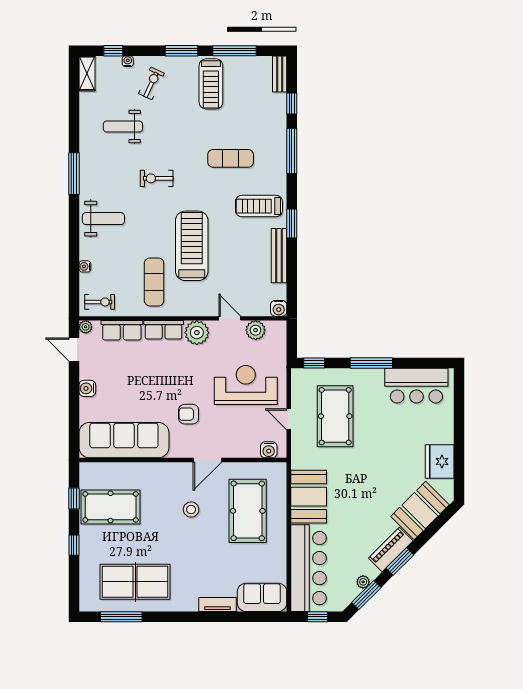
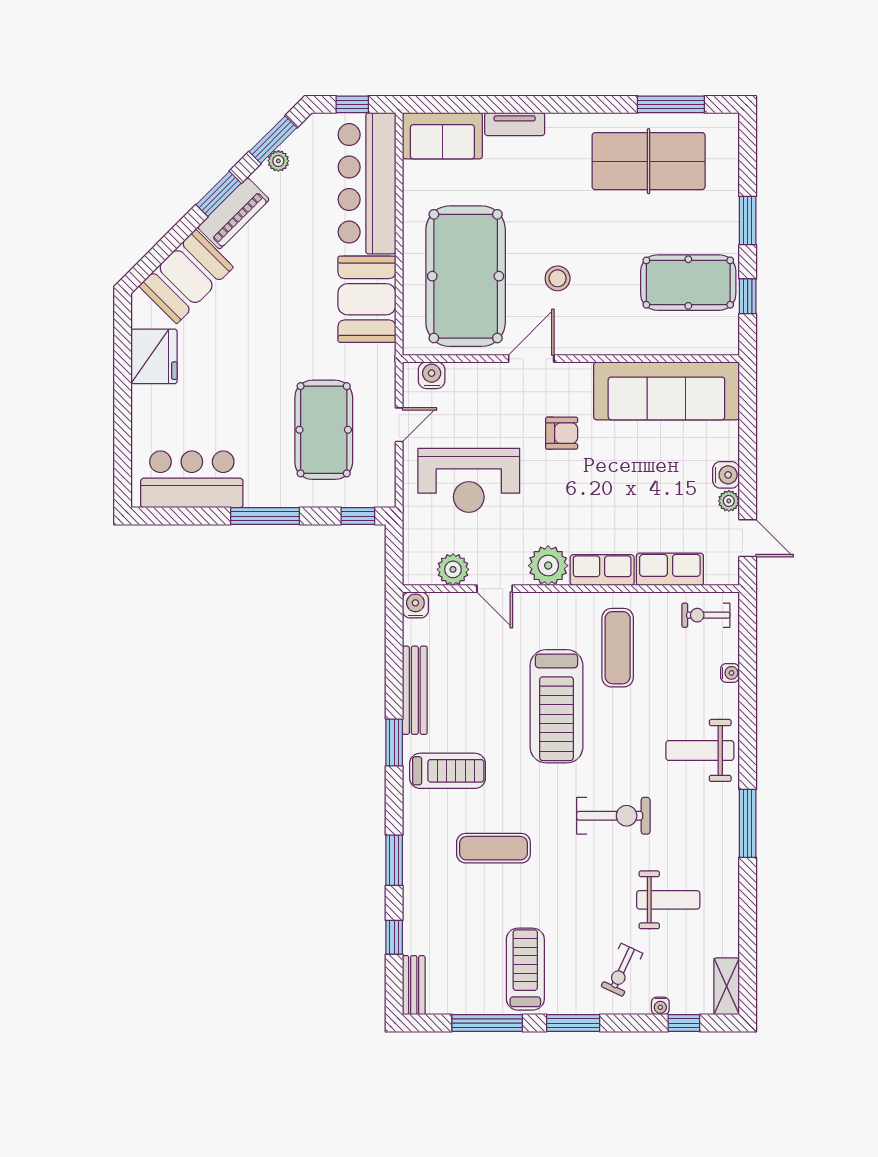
window: (292, 151) -> (394, 860), width x0.69
exercise bike: (157, 178) -> (613, 816), width x1.38, depth x1.39
plant: (86, 327) -> (729, 501), moved
door: (289, 419) -> (399, 425), hinge flipped
pool table: (248, 511) -> (466, 276), width x1.36, depth x1.32
window: (74, 545) -> (748, 221), width x1.50

